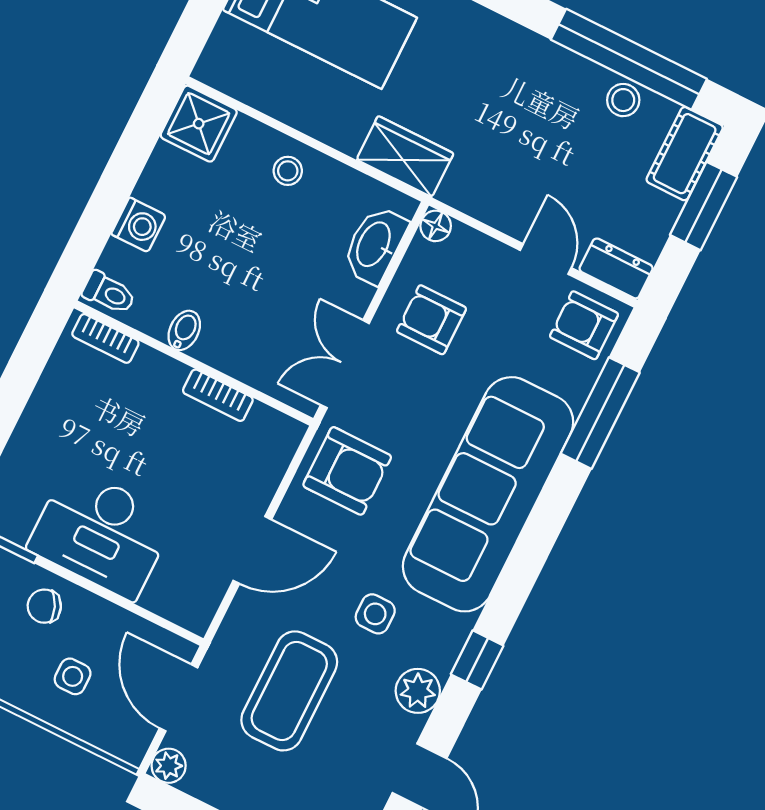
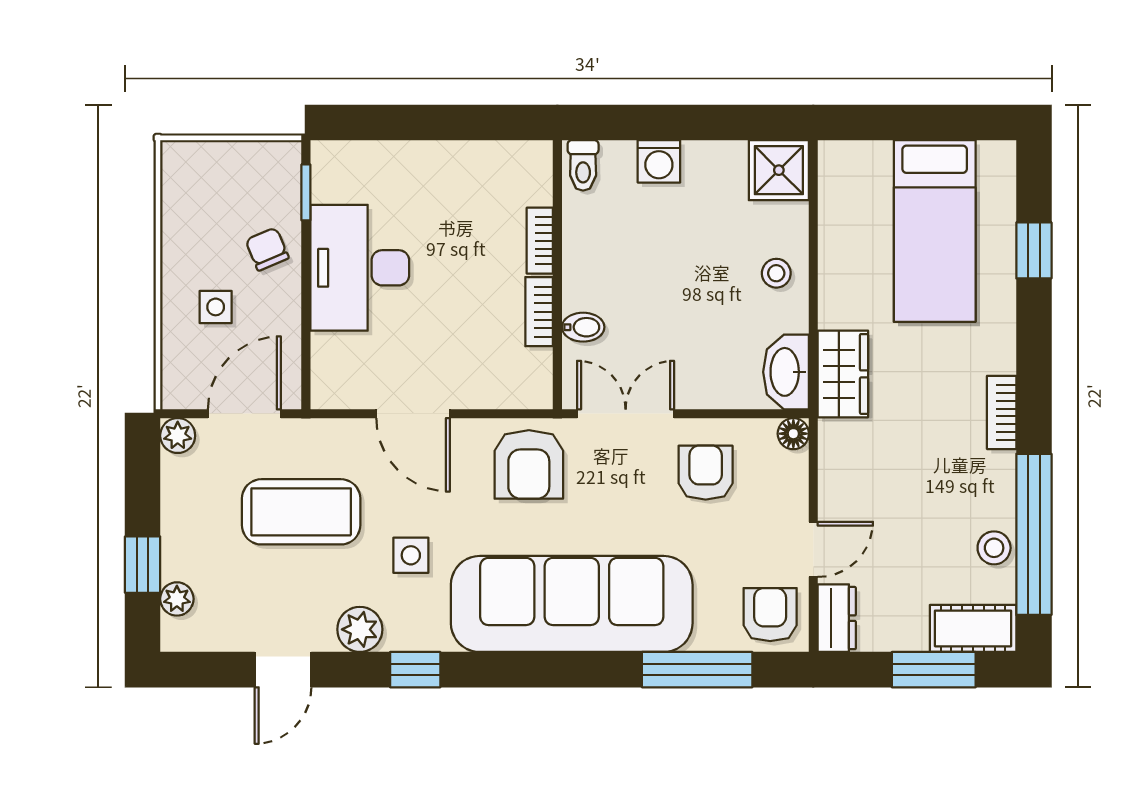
bookcase: (508, 34) -> (1002, 412), added
washbasin: (375, 245) -> (786, 372), moved, turned -90
bidet: (184, 330) -> (583, 327), moved
bookcase: (105, 338) -> (540, 241), moved

